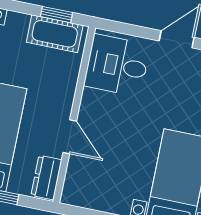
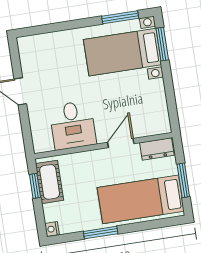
desk: (117, 65) -> (73, 125), moved

